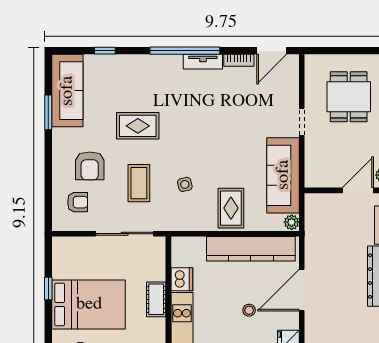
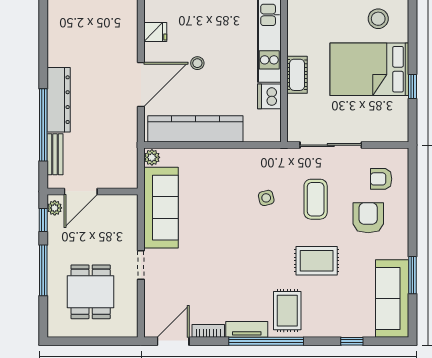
rug: (231, 208) -> (287, 311), moved

